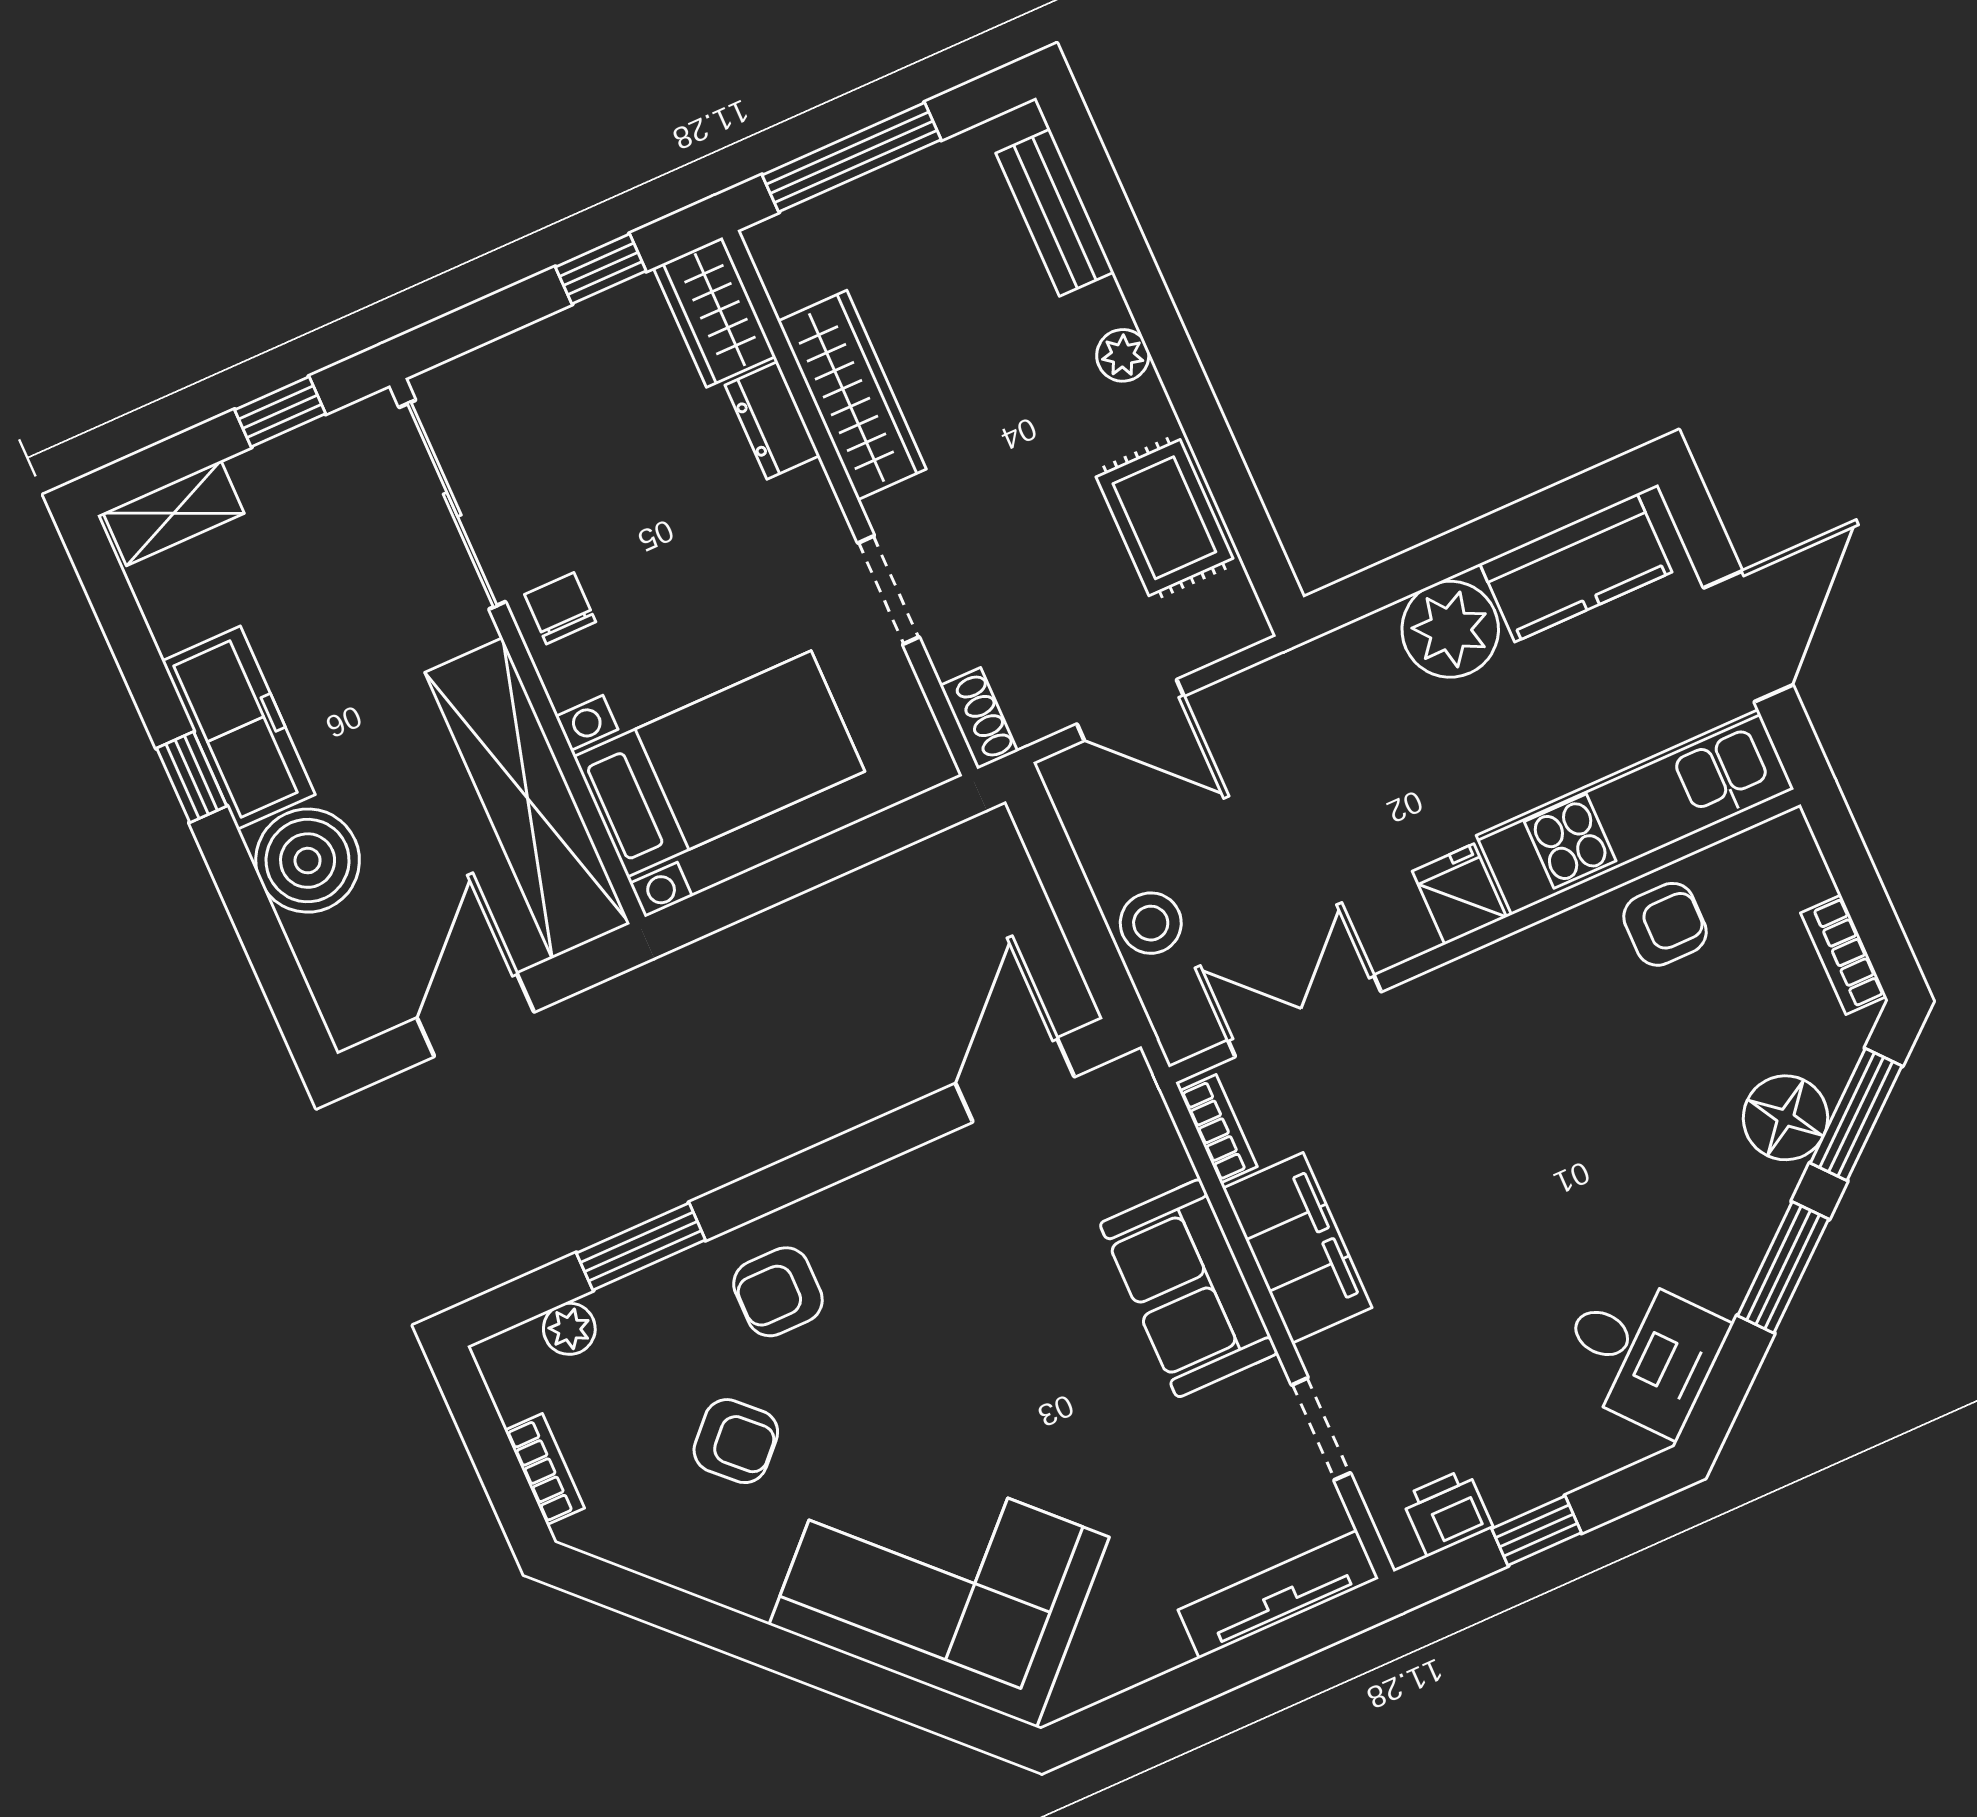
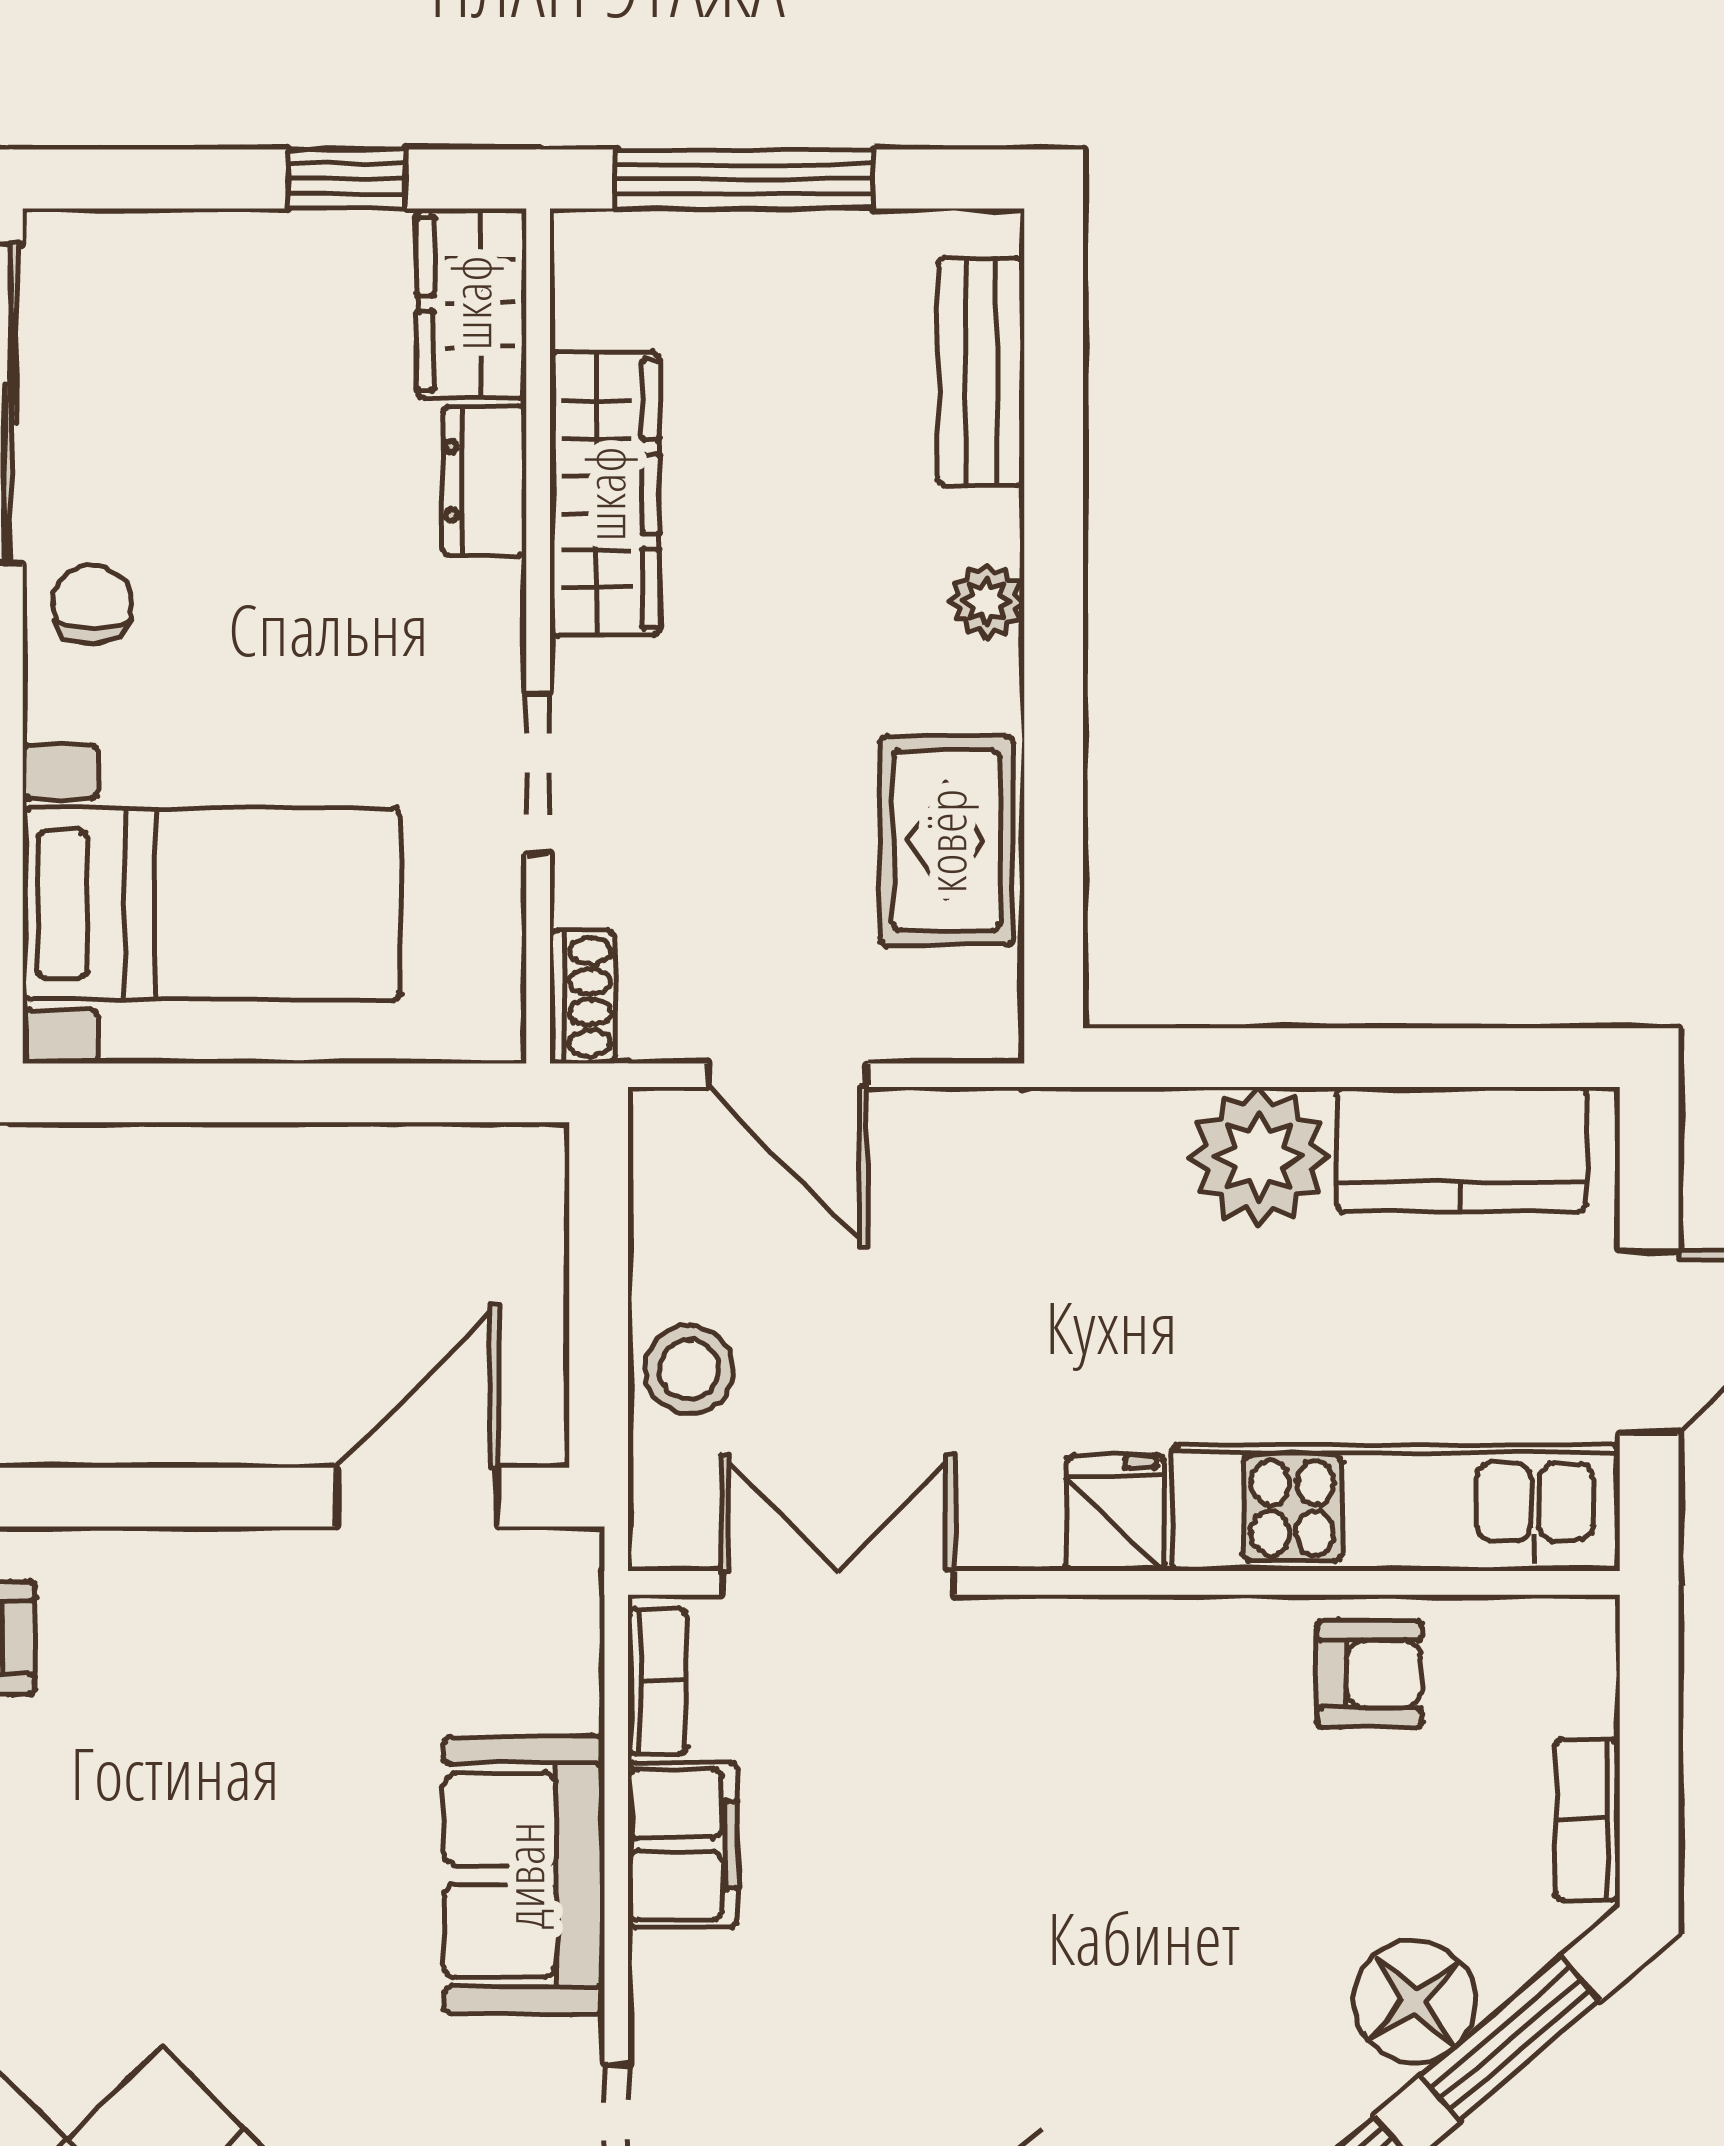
filing cabinet: (1297, 1248) -> (683, 1845), width x0.67, depth x0.86

